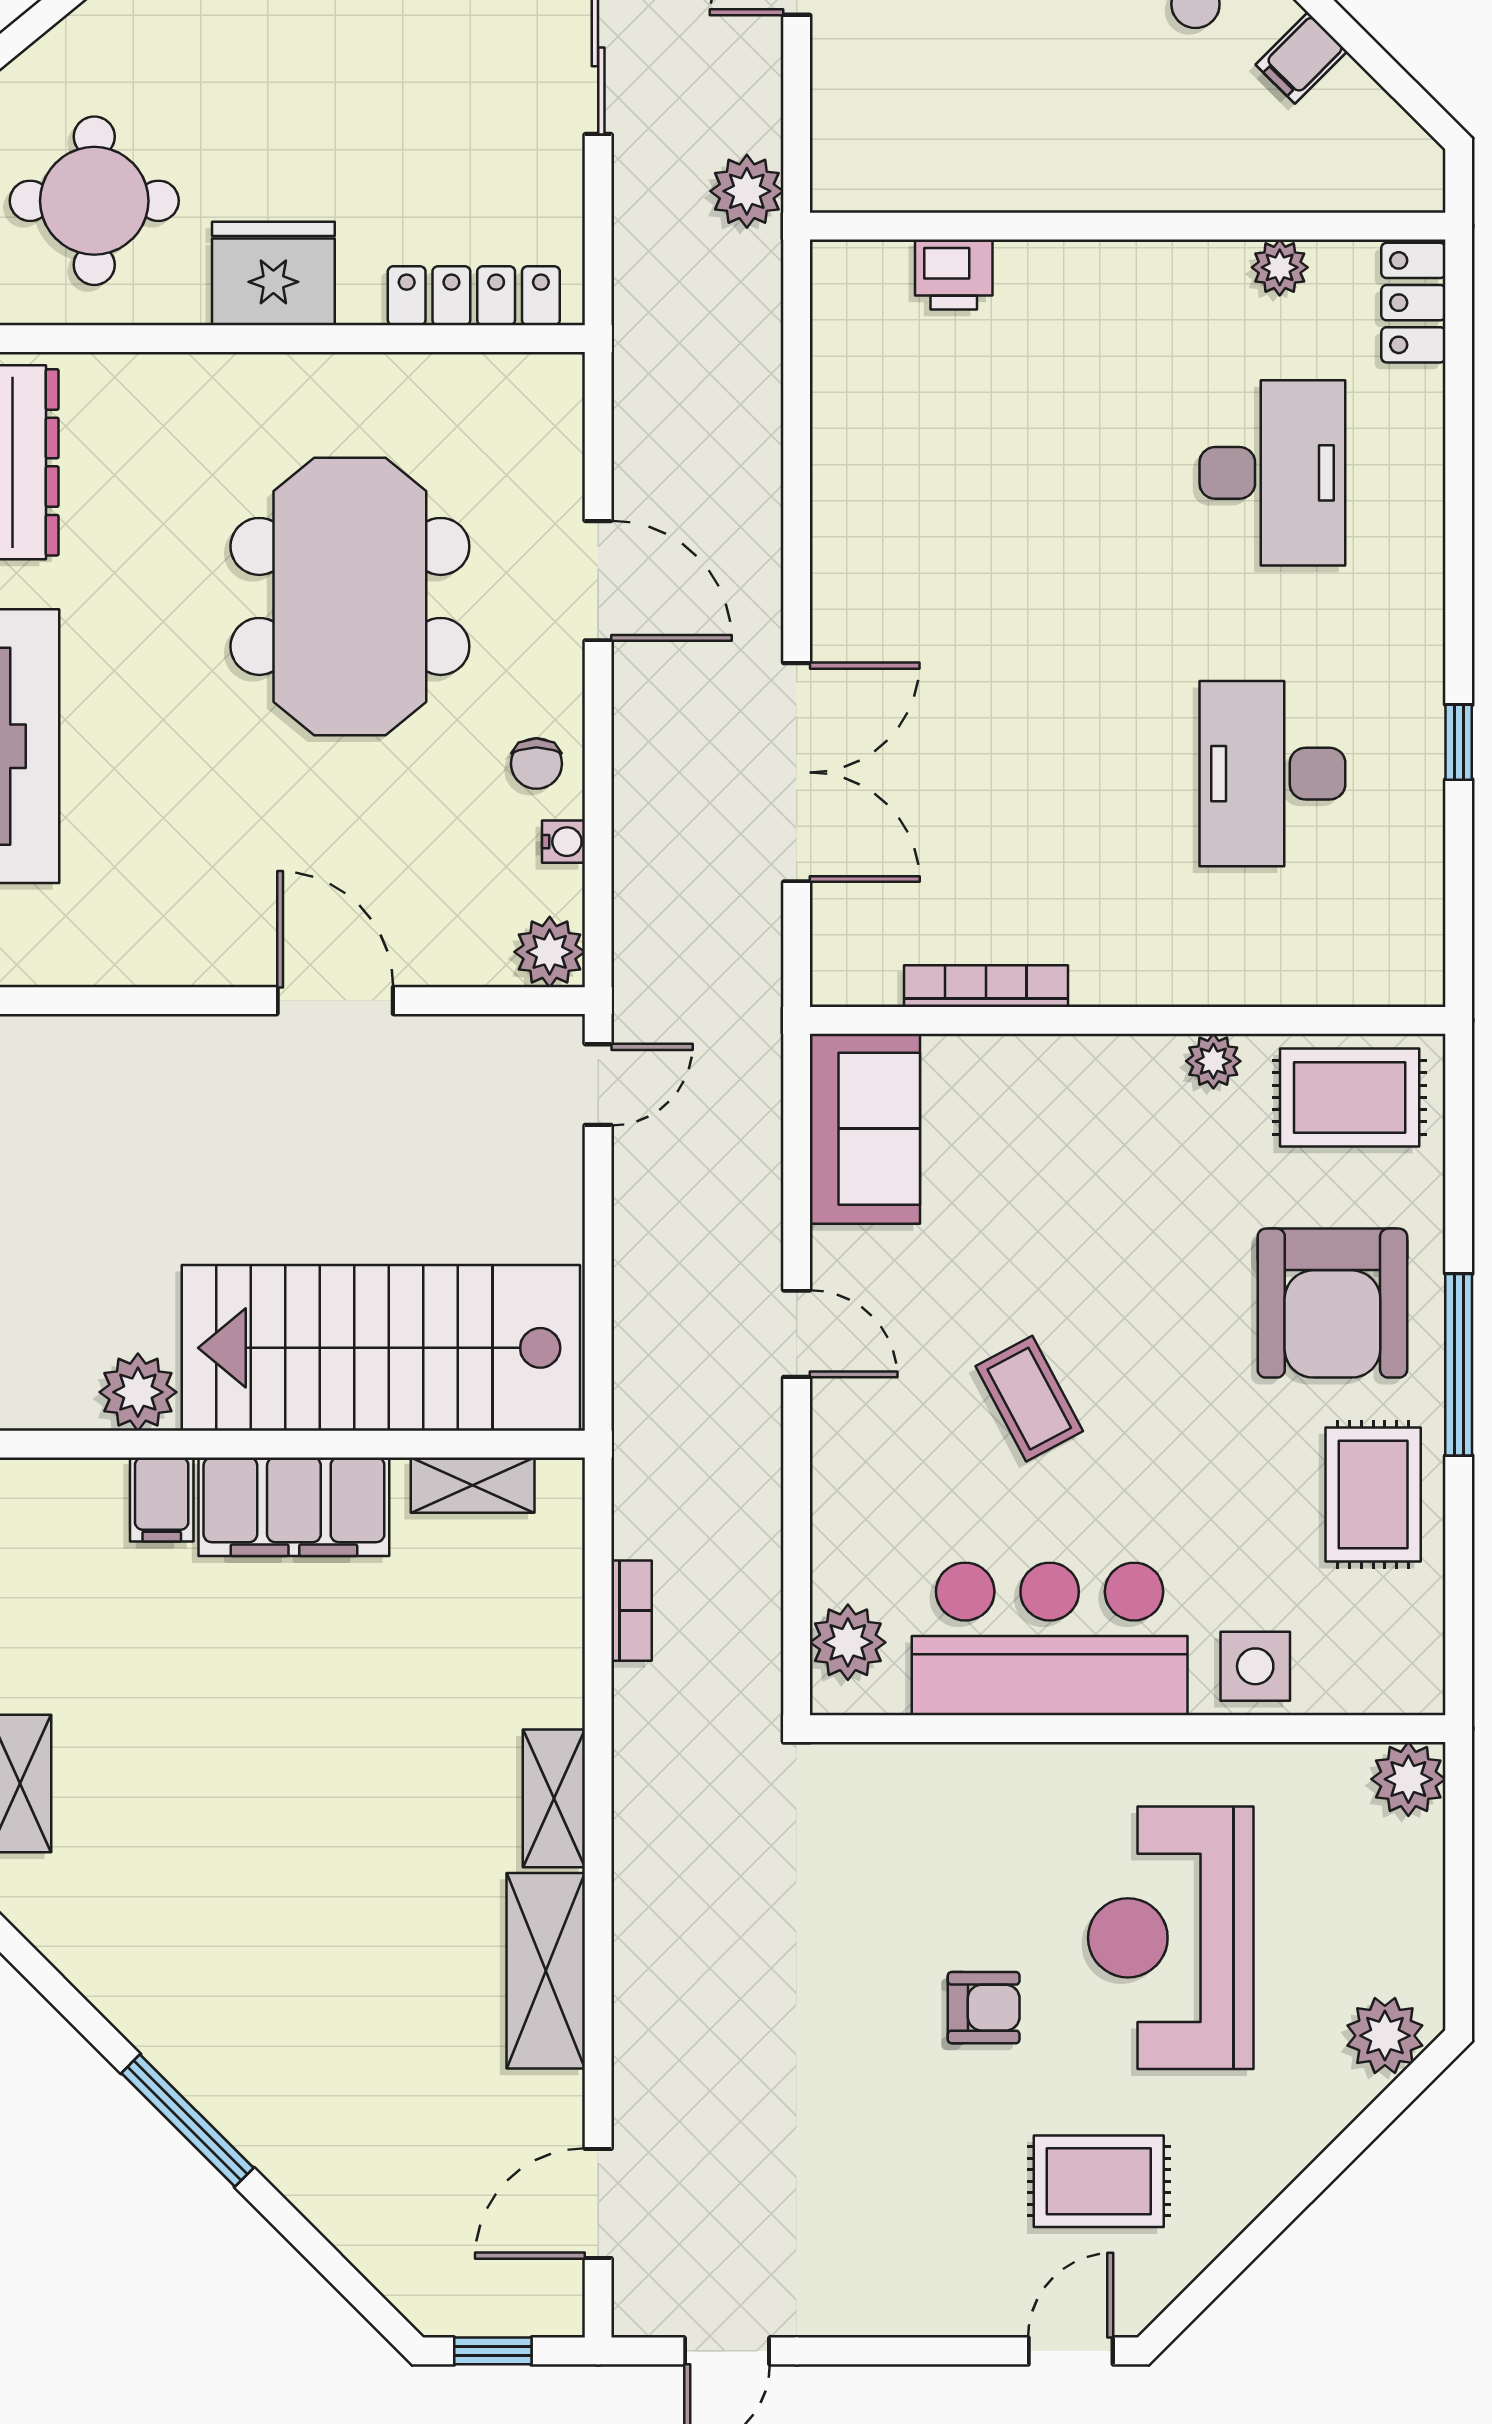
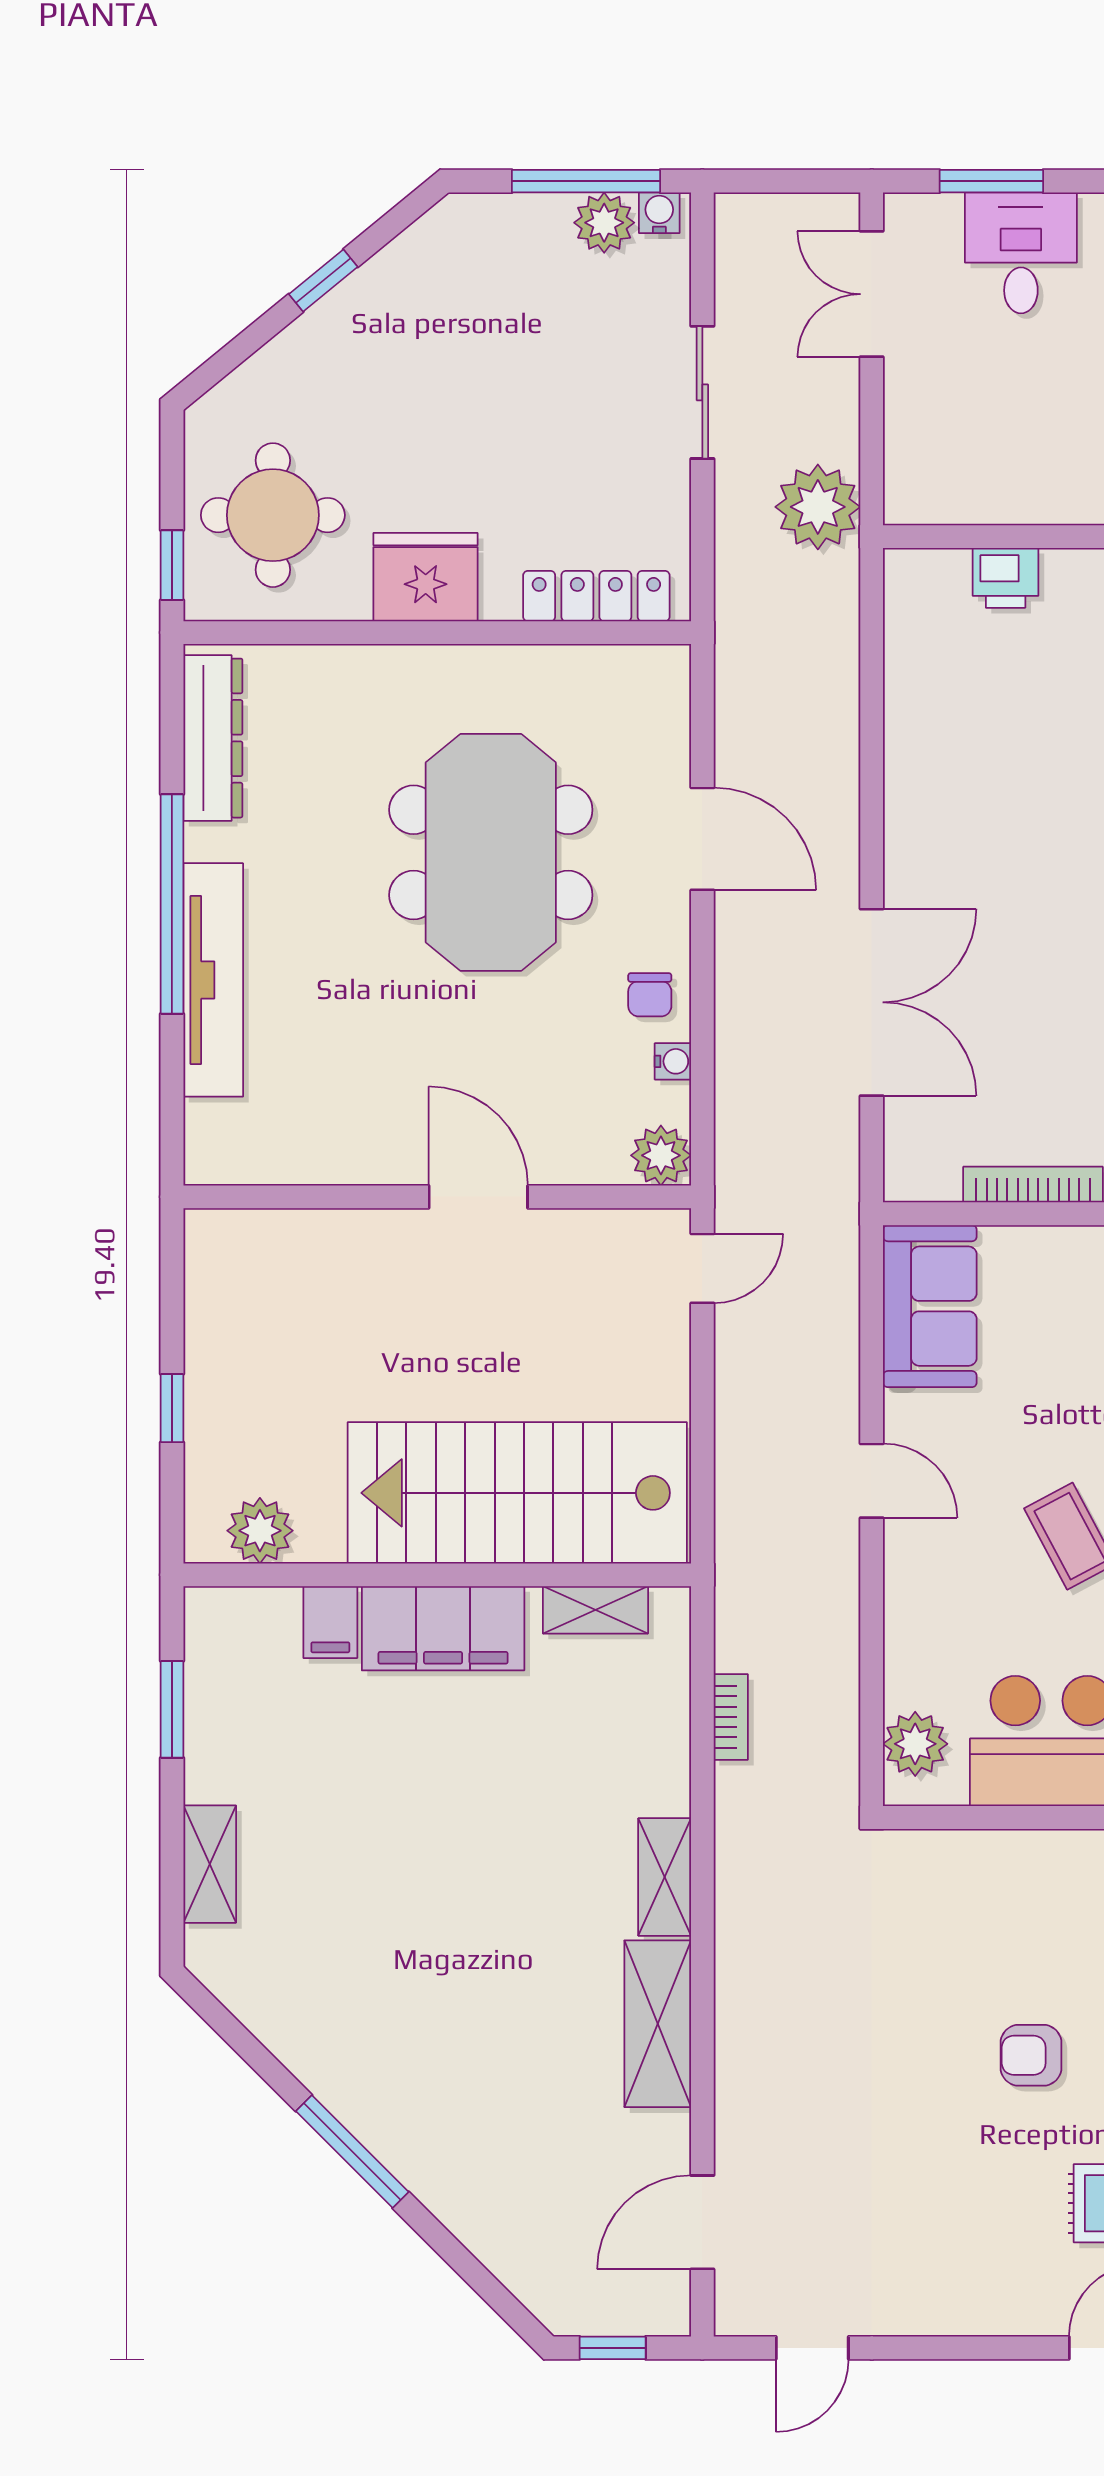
plant: (747, 191) -> (818, 507), width x1.36, depth x1.36
plant: (138, 1392) -> (260, 1531), moved
armchair: (984, 2008) -> (1031, 2055), turned 180

